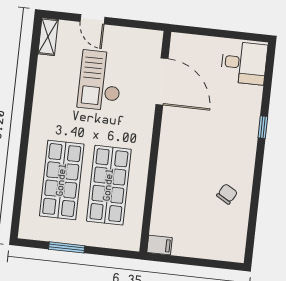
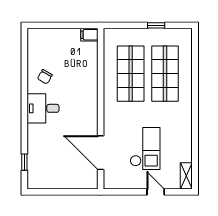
desk: (244, 63) -> (43, 108), moved
window: (263, 127) -> (24, 162), moved
window: (67, 247) -> (156, 25), width x0.67

